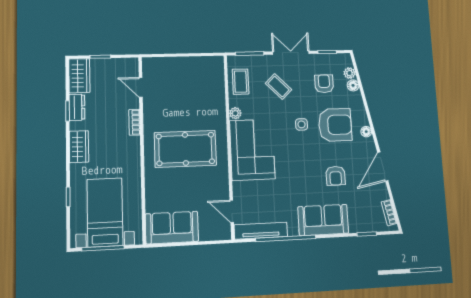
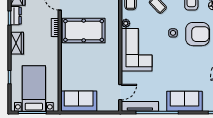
pool table: (185, 149) -> (84, 30), moved
armchair: (336, 176) -> (195, 71), removed
door: (232, 211) -> (120, 92), swing flipped

